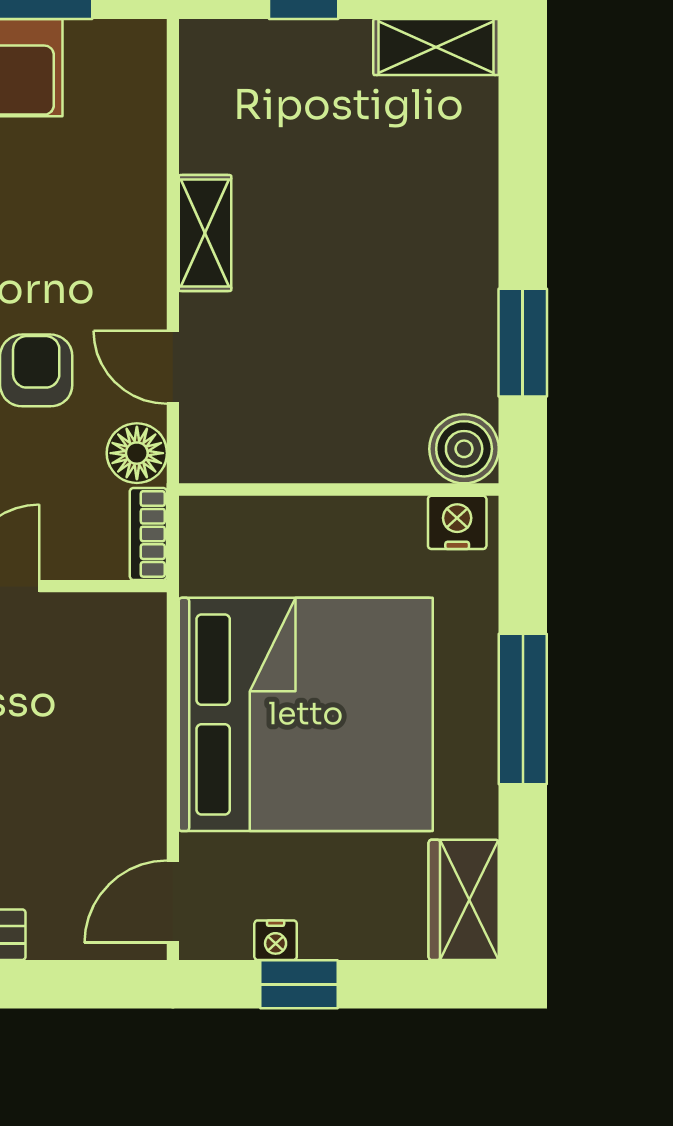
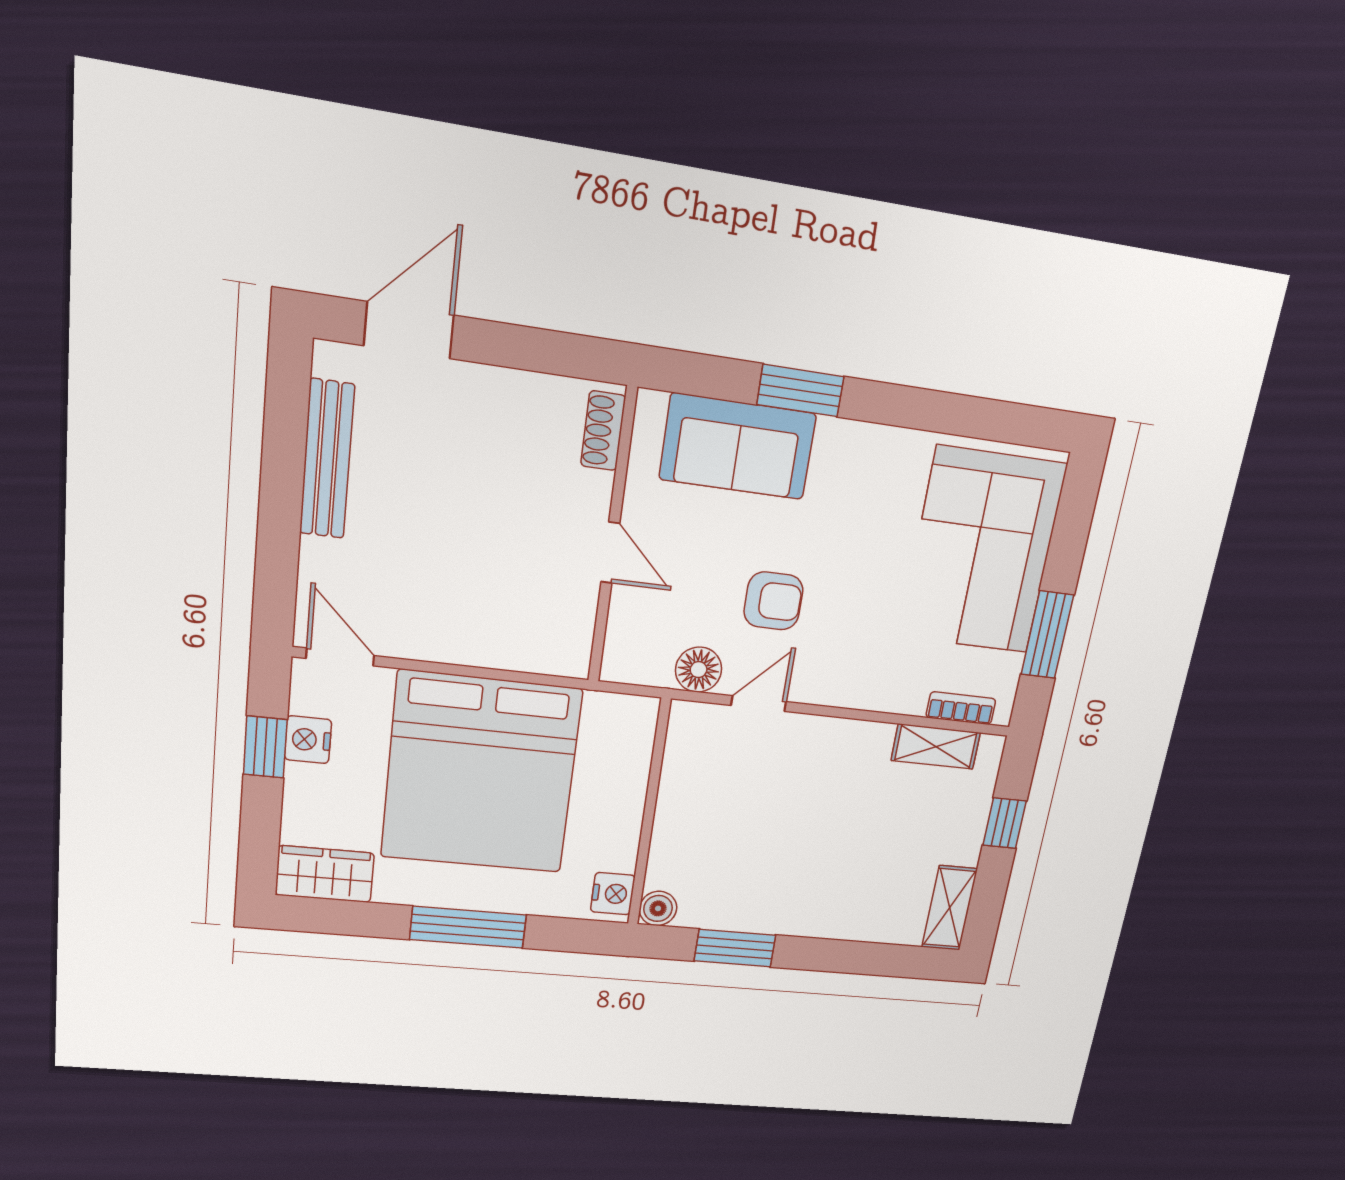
shelving: (205, 233) -> (936, 747), moved
boiler: (464, 449) -> (658, 908), width x0.73, depth x0.73
bookcase: (148, 534) -> (961, 708), moved
nightstand: (276, 940) -> (308, 740), width x1.39, depth x1.35

